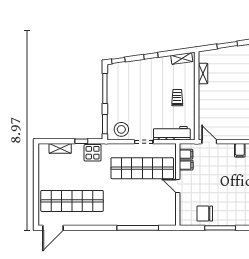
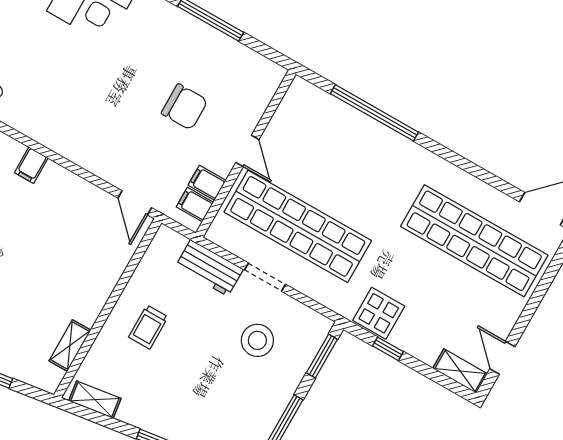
stool: (121, 129) -> (257, 340), moved
workbench: (172, 133) -> (209, 268), width x0.73
shelving: (60, 148) -> (460, 371), moved
filing cabinet: (240, 150) -> (84, 151), removed
door: (36, 163) -> (502, 358), added
chair: (205, 214) -> (184, 107), moved

